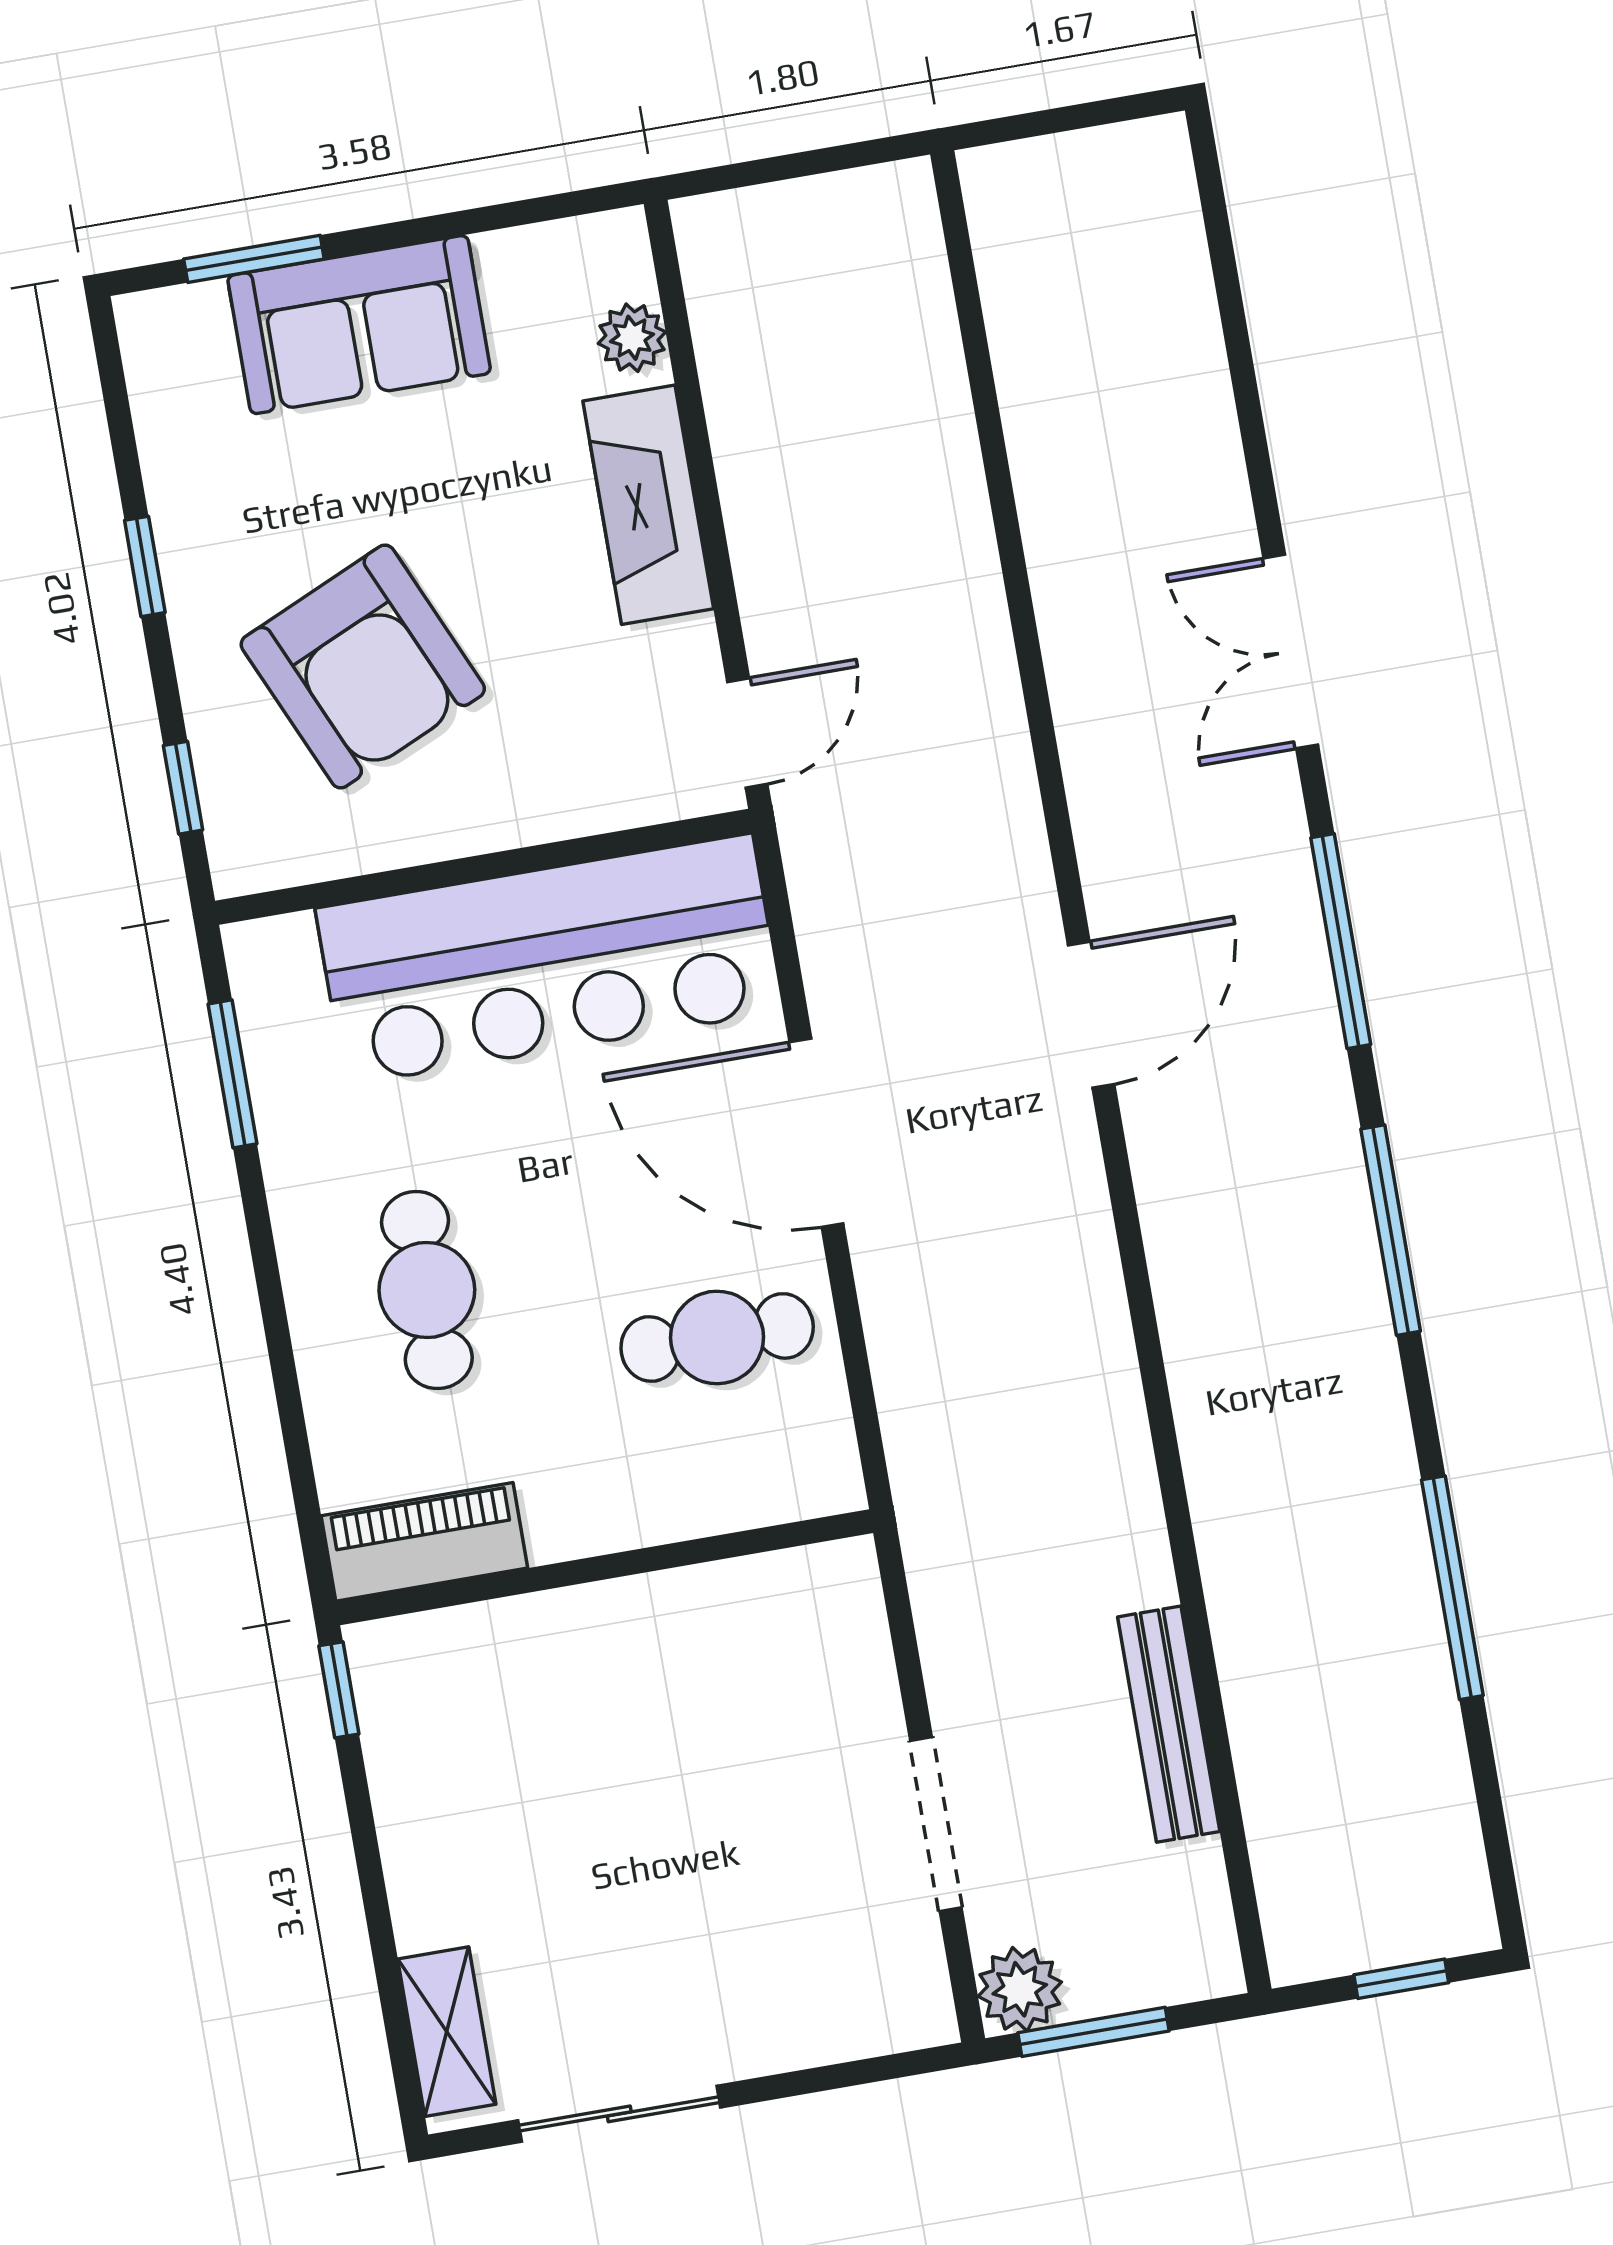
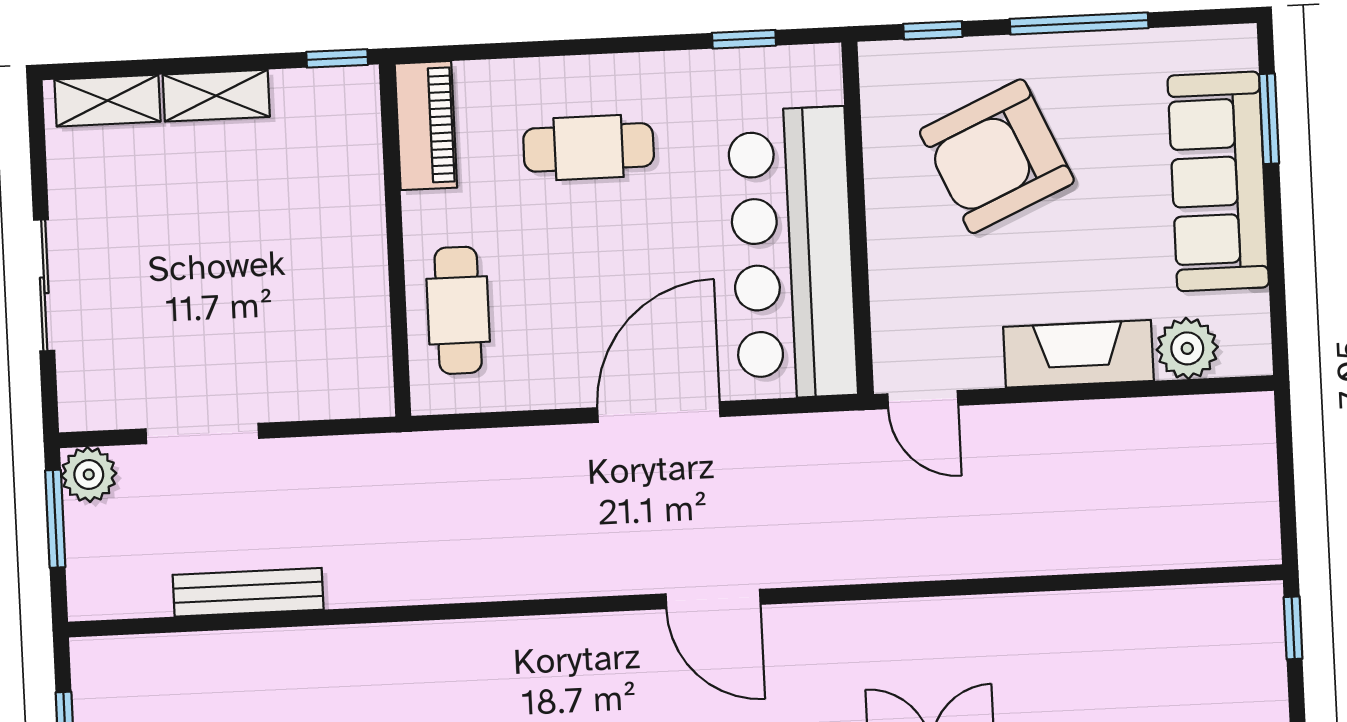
window: (1025, 126) -> (1293, 628), added
sofa: (359, 325) -> (1218, 181), width x1.36
plant: (632, 338) -> (1187, 348), width x1.38, depth x1.38
window: (145, 566) -> (1079, 23), width x2.17
window: (232, 1074) -> (744, 39), width x0.67
cafe table: (717, 1337) -> (458, 310), moved
shelving: (419, 1867) -> (216, 96), added
sliding door: (619, 2114) -> (44, 285), moved

